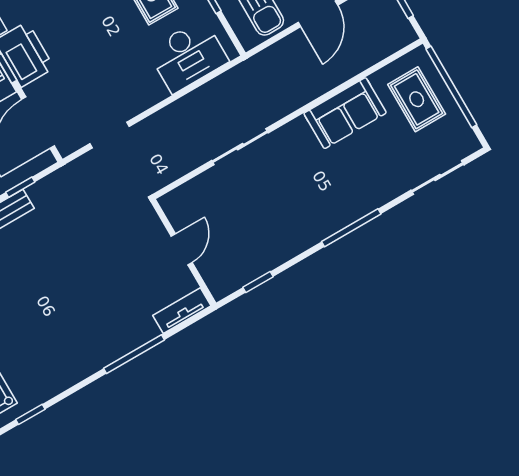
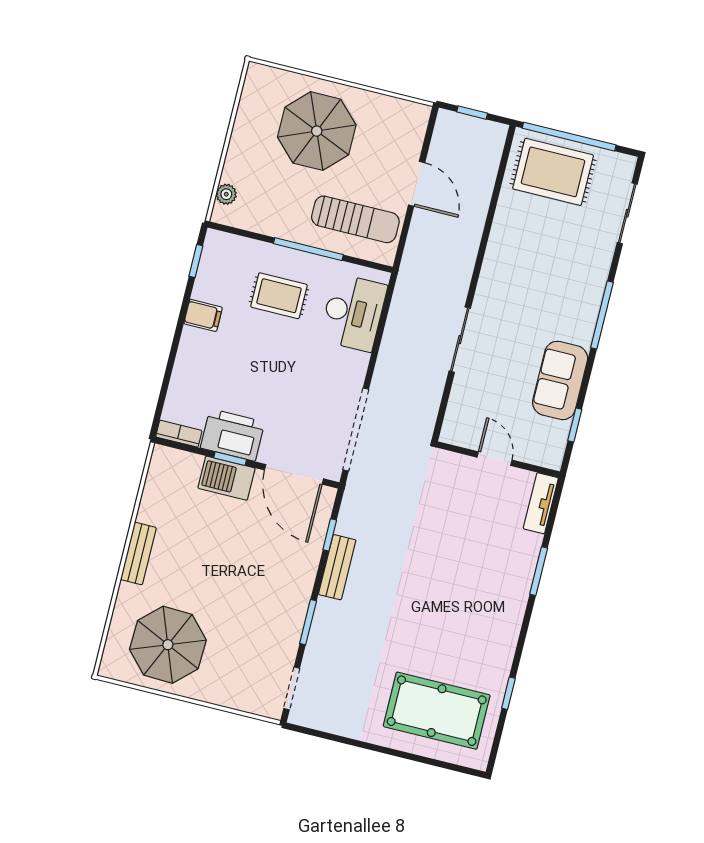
rug: (417, 99) -> (553, 172), width x1.36, depth x1.43
sofa: (345, 113) -> (560, 380), moved, turned 180
doorway: (110, 135) -> (356, 429), width x1.88
window: (134, 354) -> (539, 571), width x0.69

